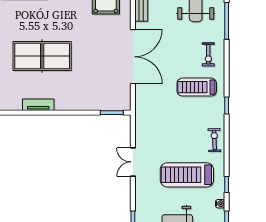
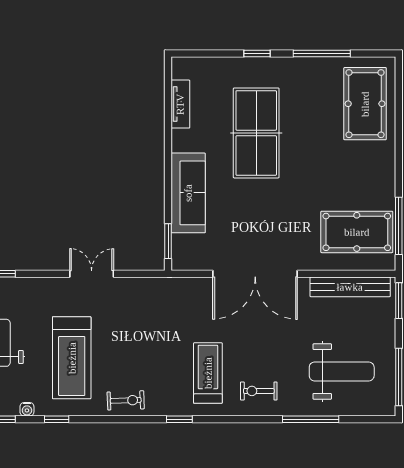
sofa: (81, 100) -> (188, 193), added
tv unit: (38, 105) -> (180, 104), moved
treadmill: (187, 175) -> (72, 358), turned 180

